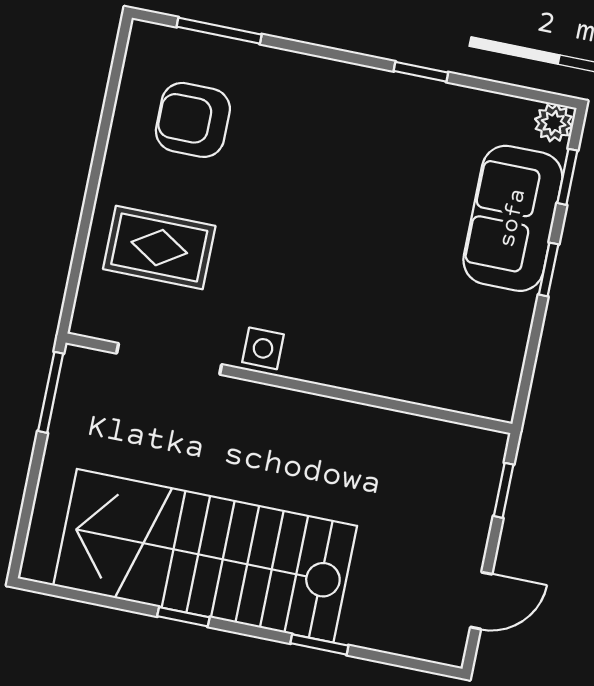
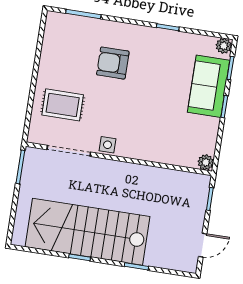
armchair: (193, 120) -> (113, 63), moved
plant: (498, 402) -> (206, 162), added

